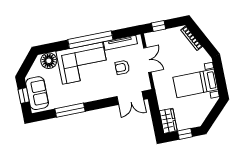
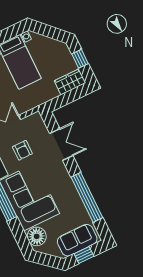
double door: (130, 98) -> (61, 145), moved
window: (70, 110) -> (87, 197), width x1.46

